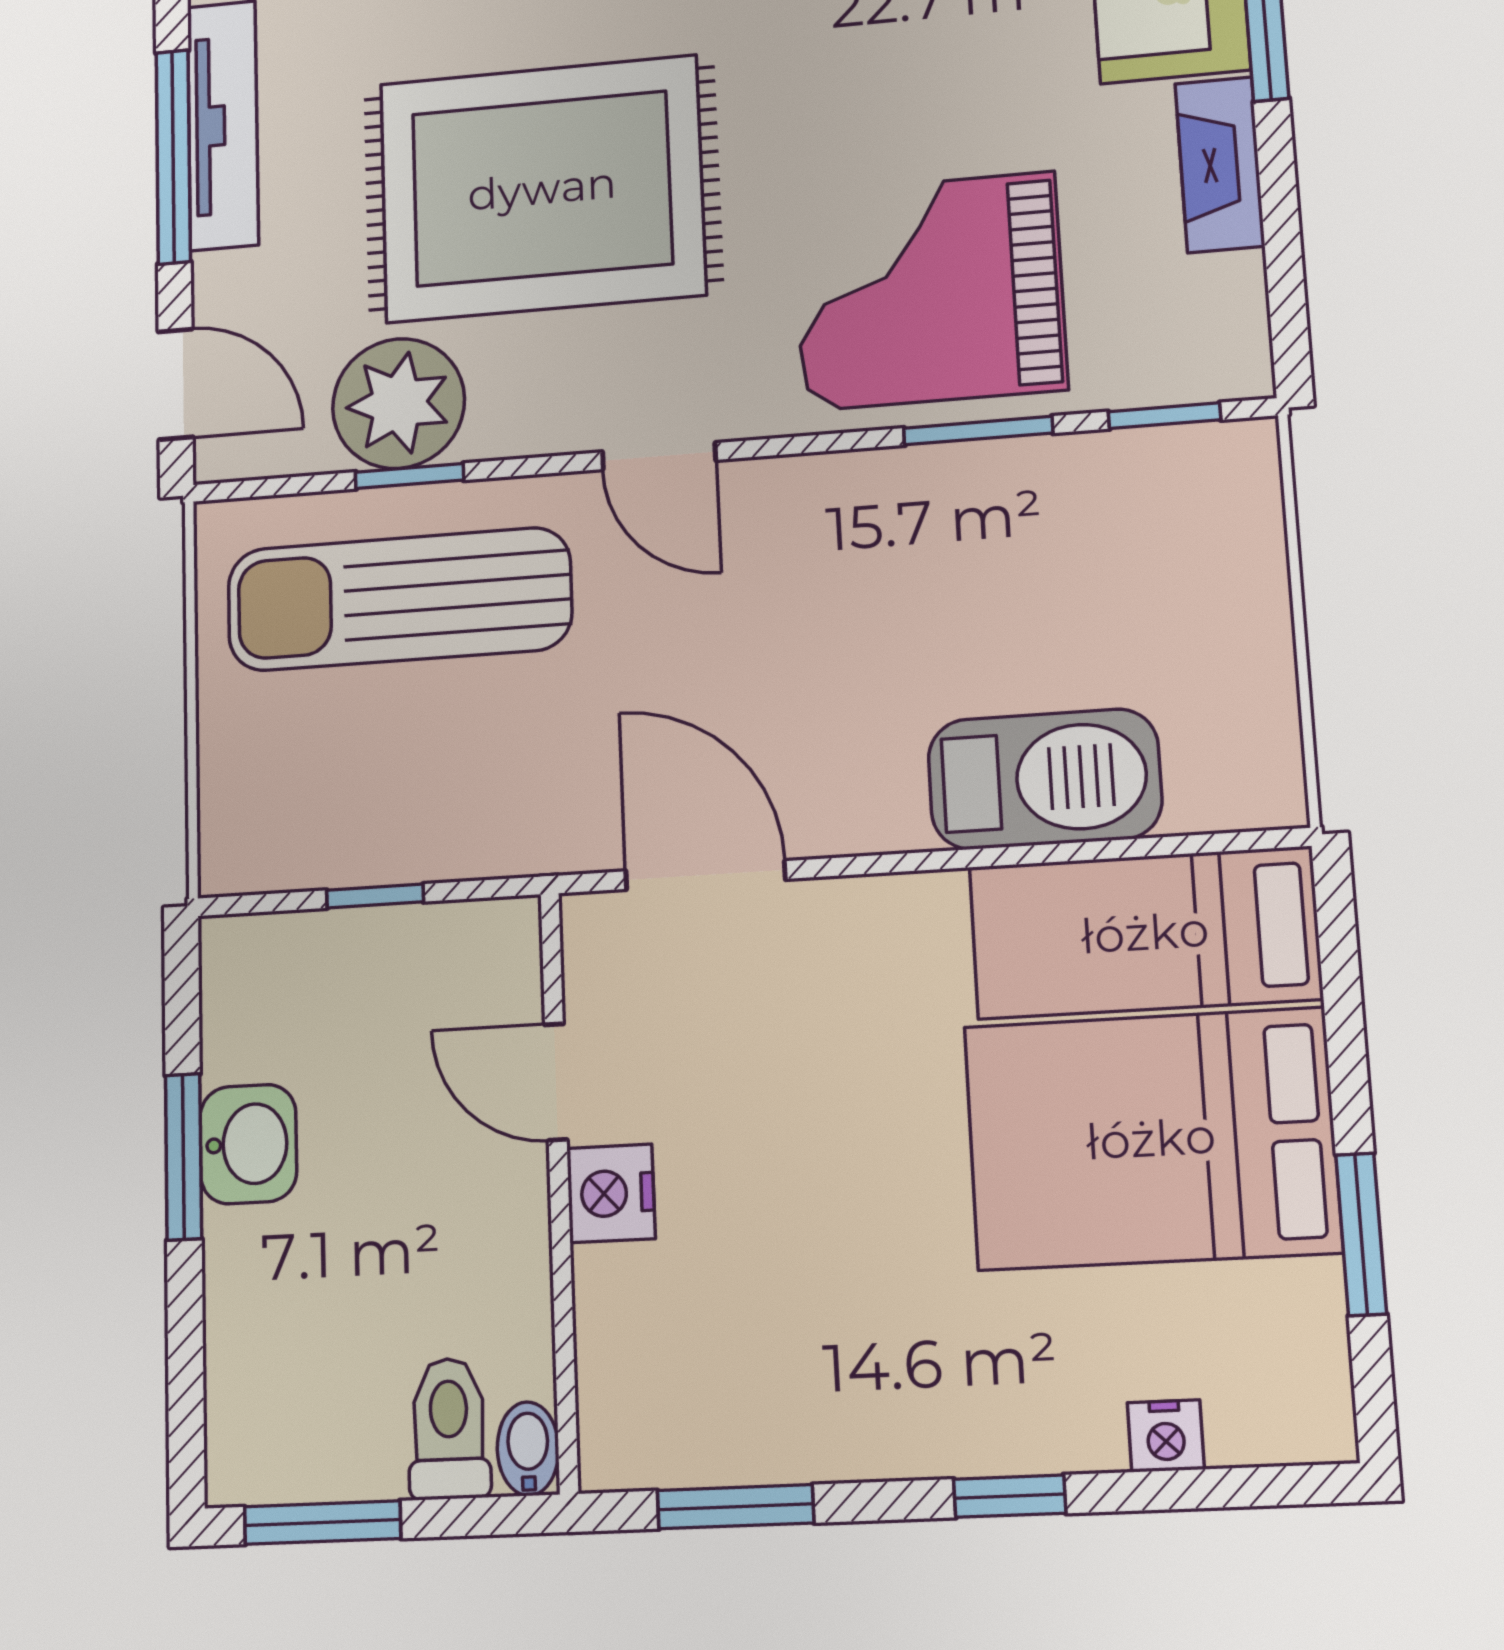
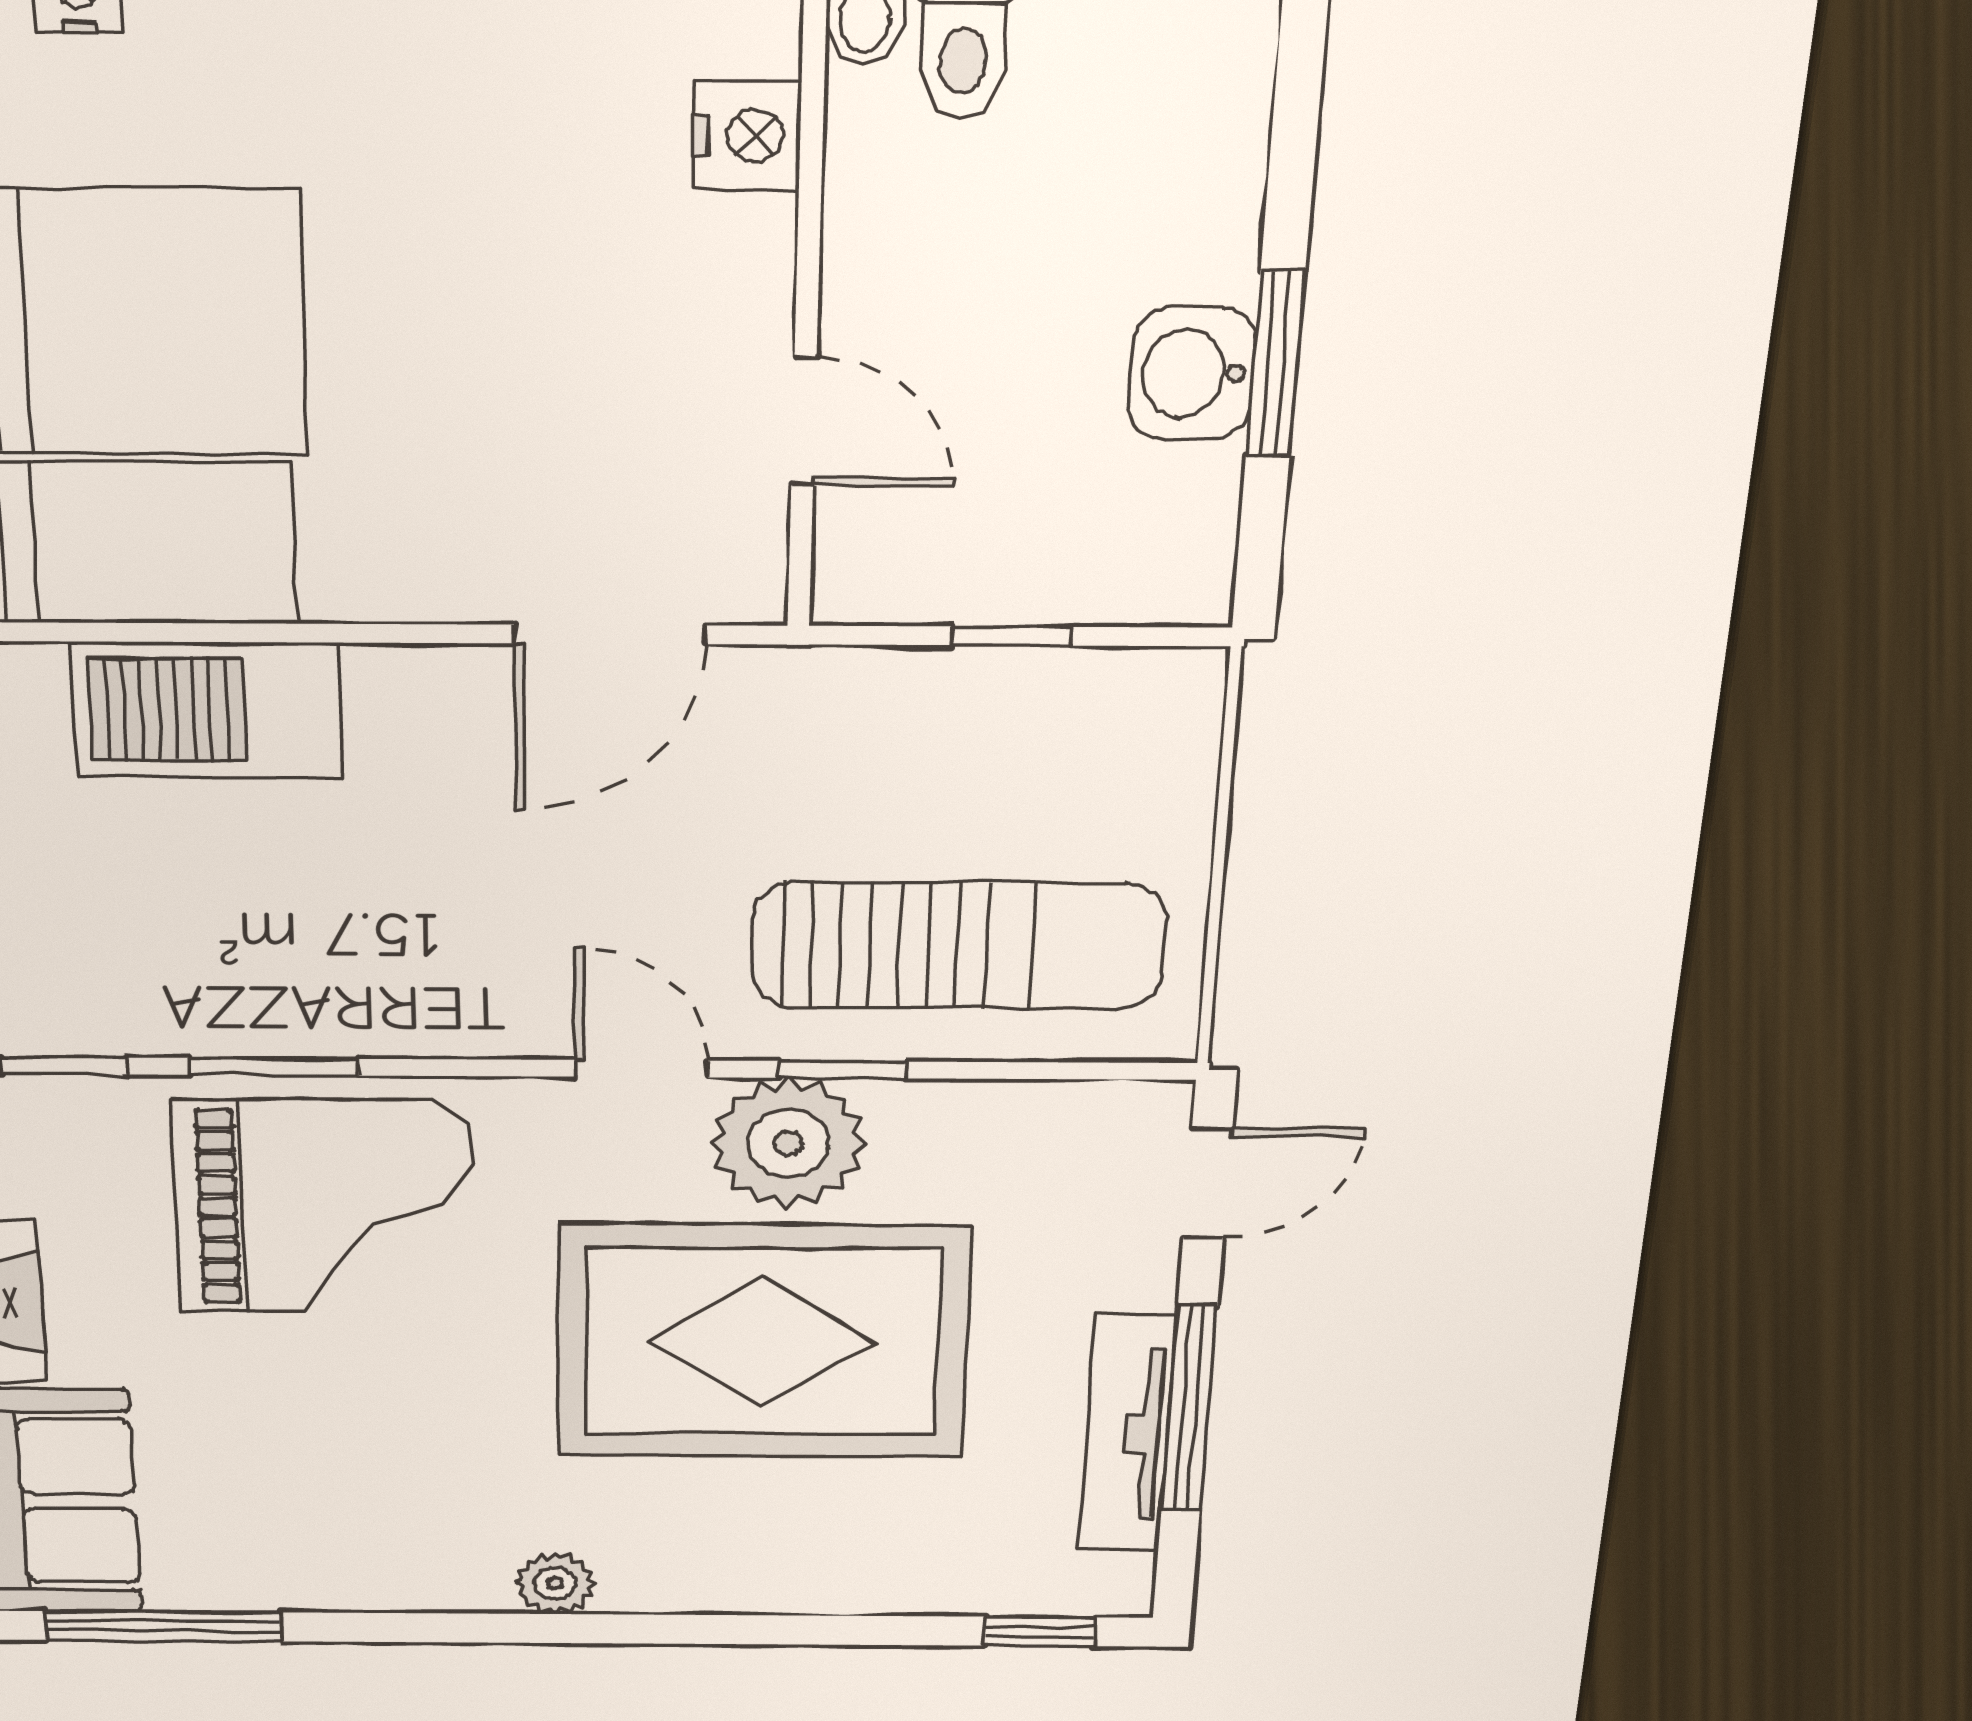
door: (176, 384) -> (1208, 1183), swing flipped
plant: (398, 403) -> (788, 1143), moved
window: (409, 476) -> (842, 1070), moved
door: (705, 875) -> (610, 634), hinge flipped
nightstand: (611, 1193) -> (747, 136), moved

